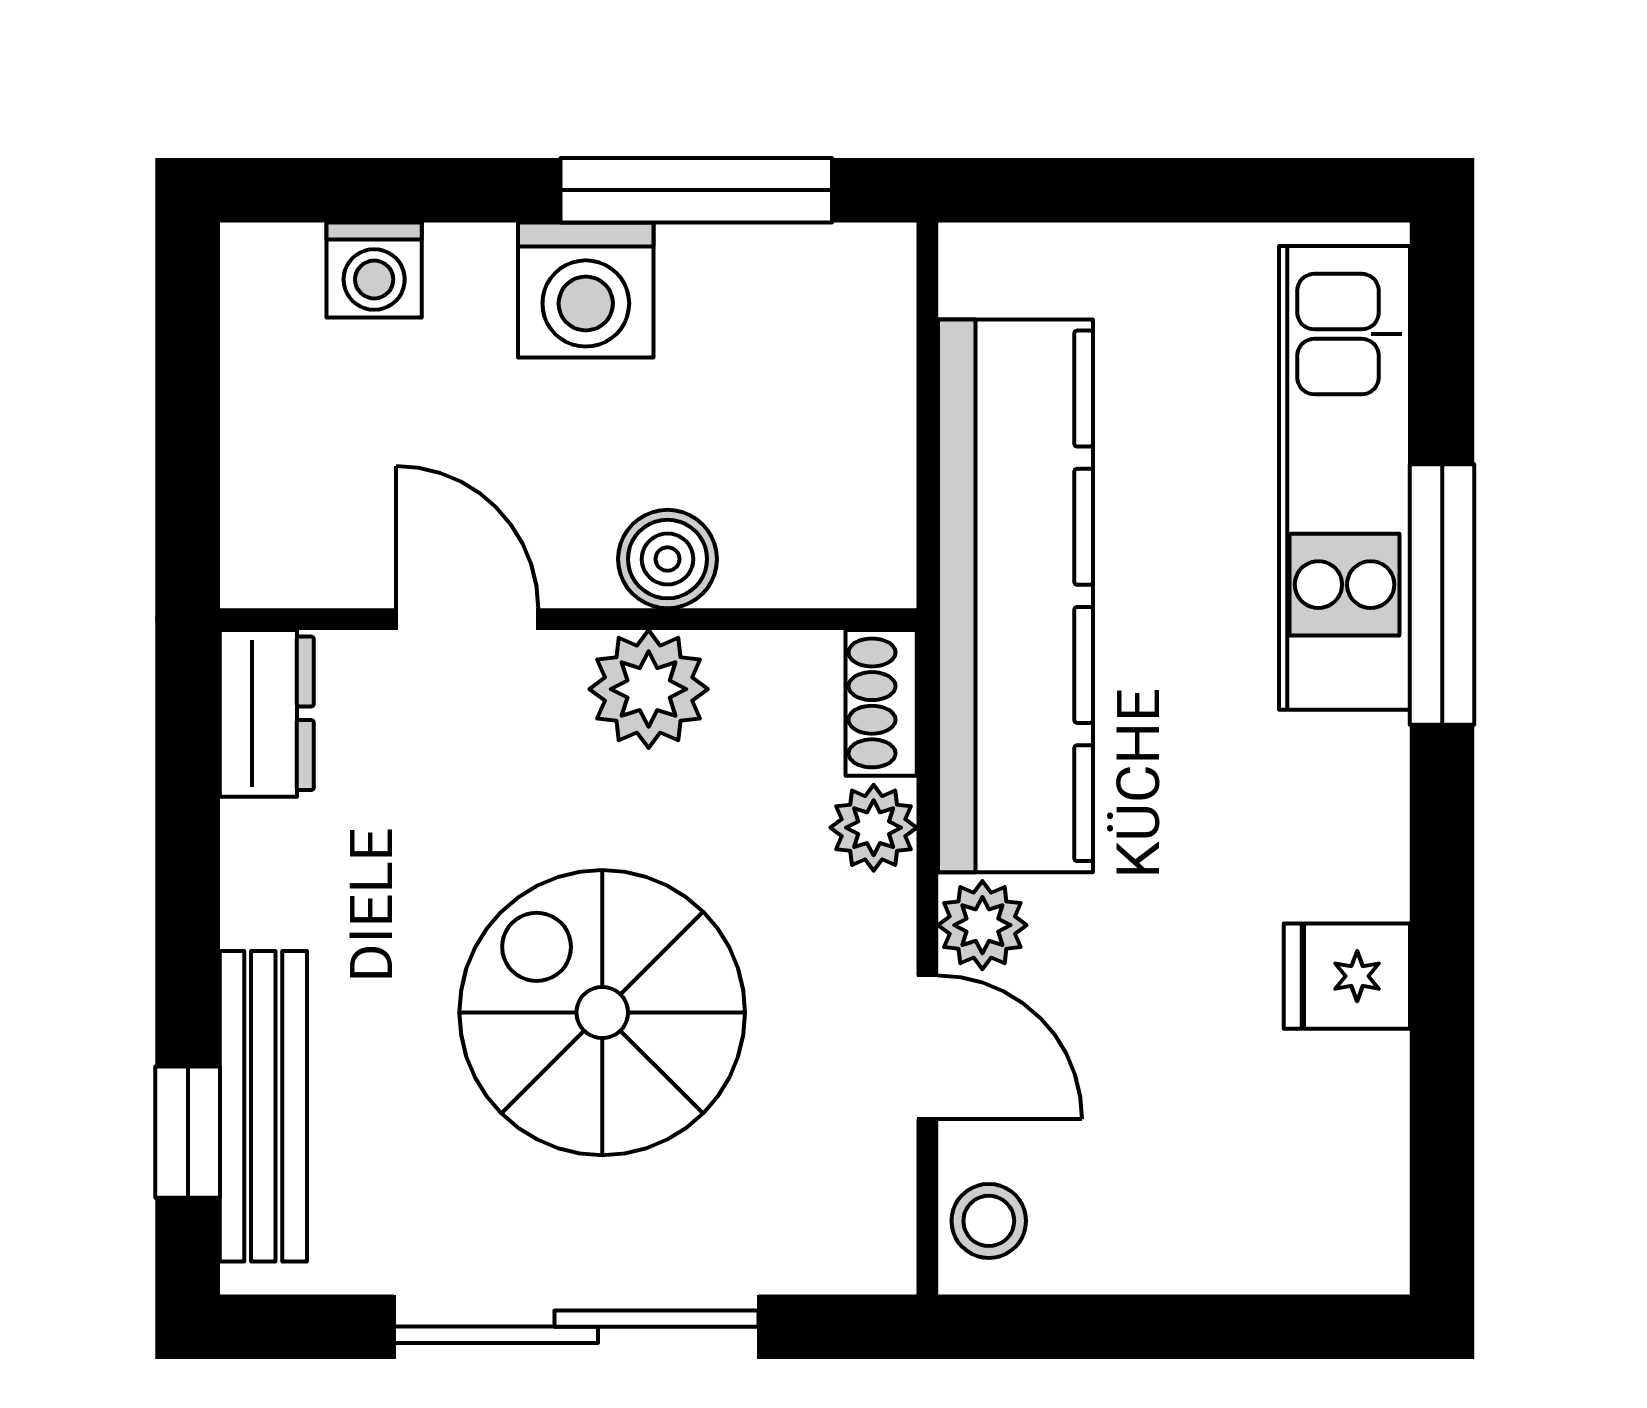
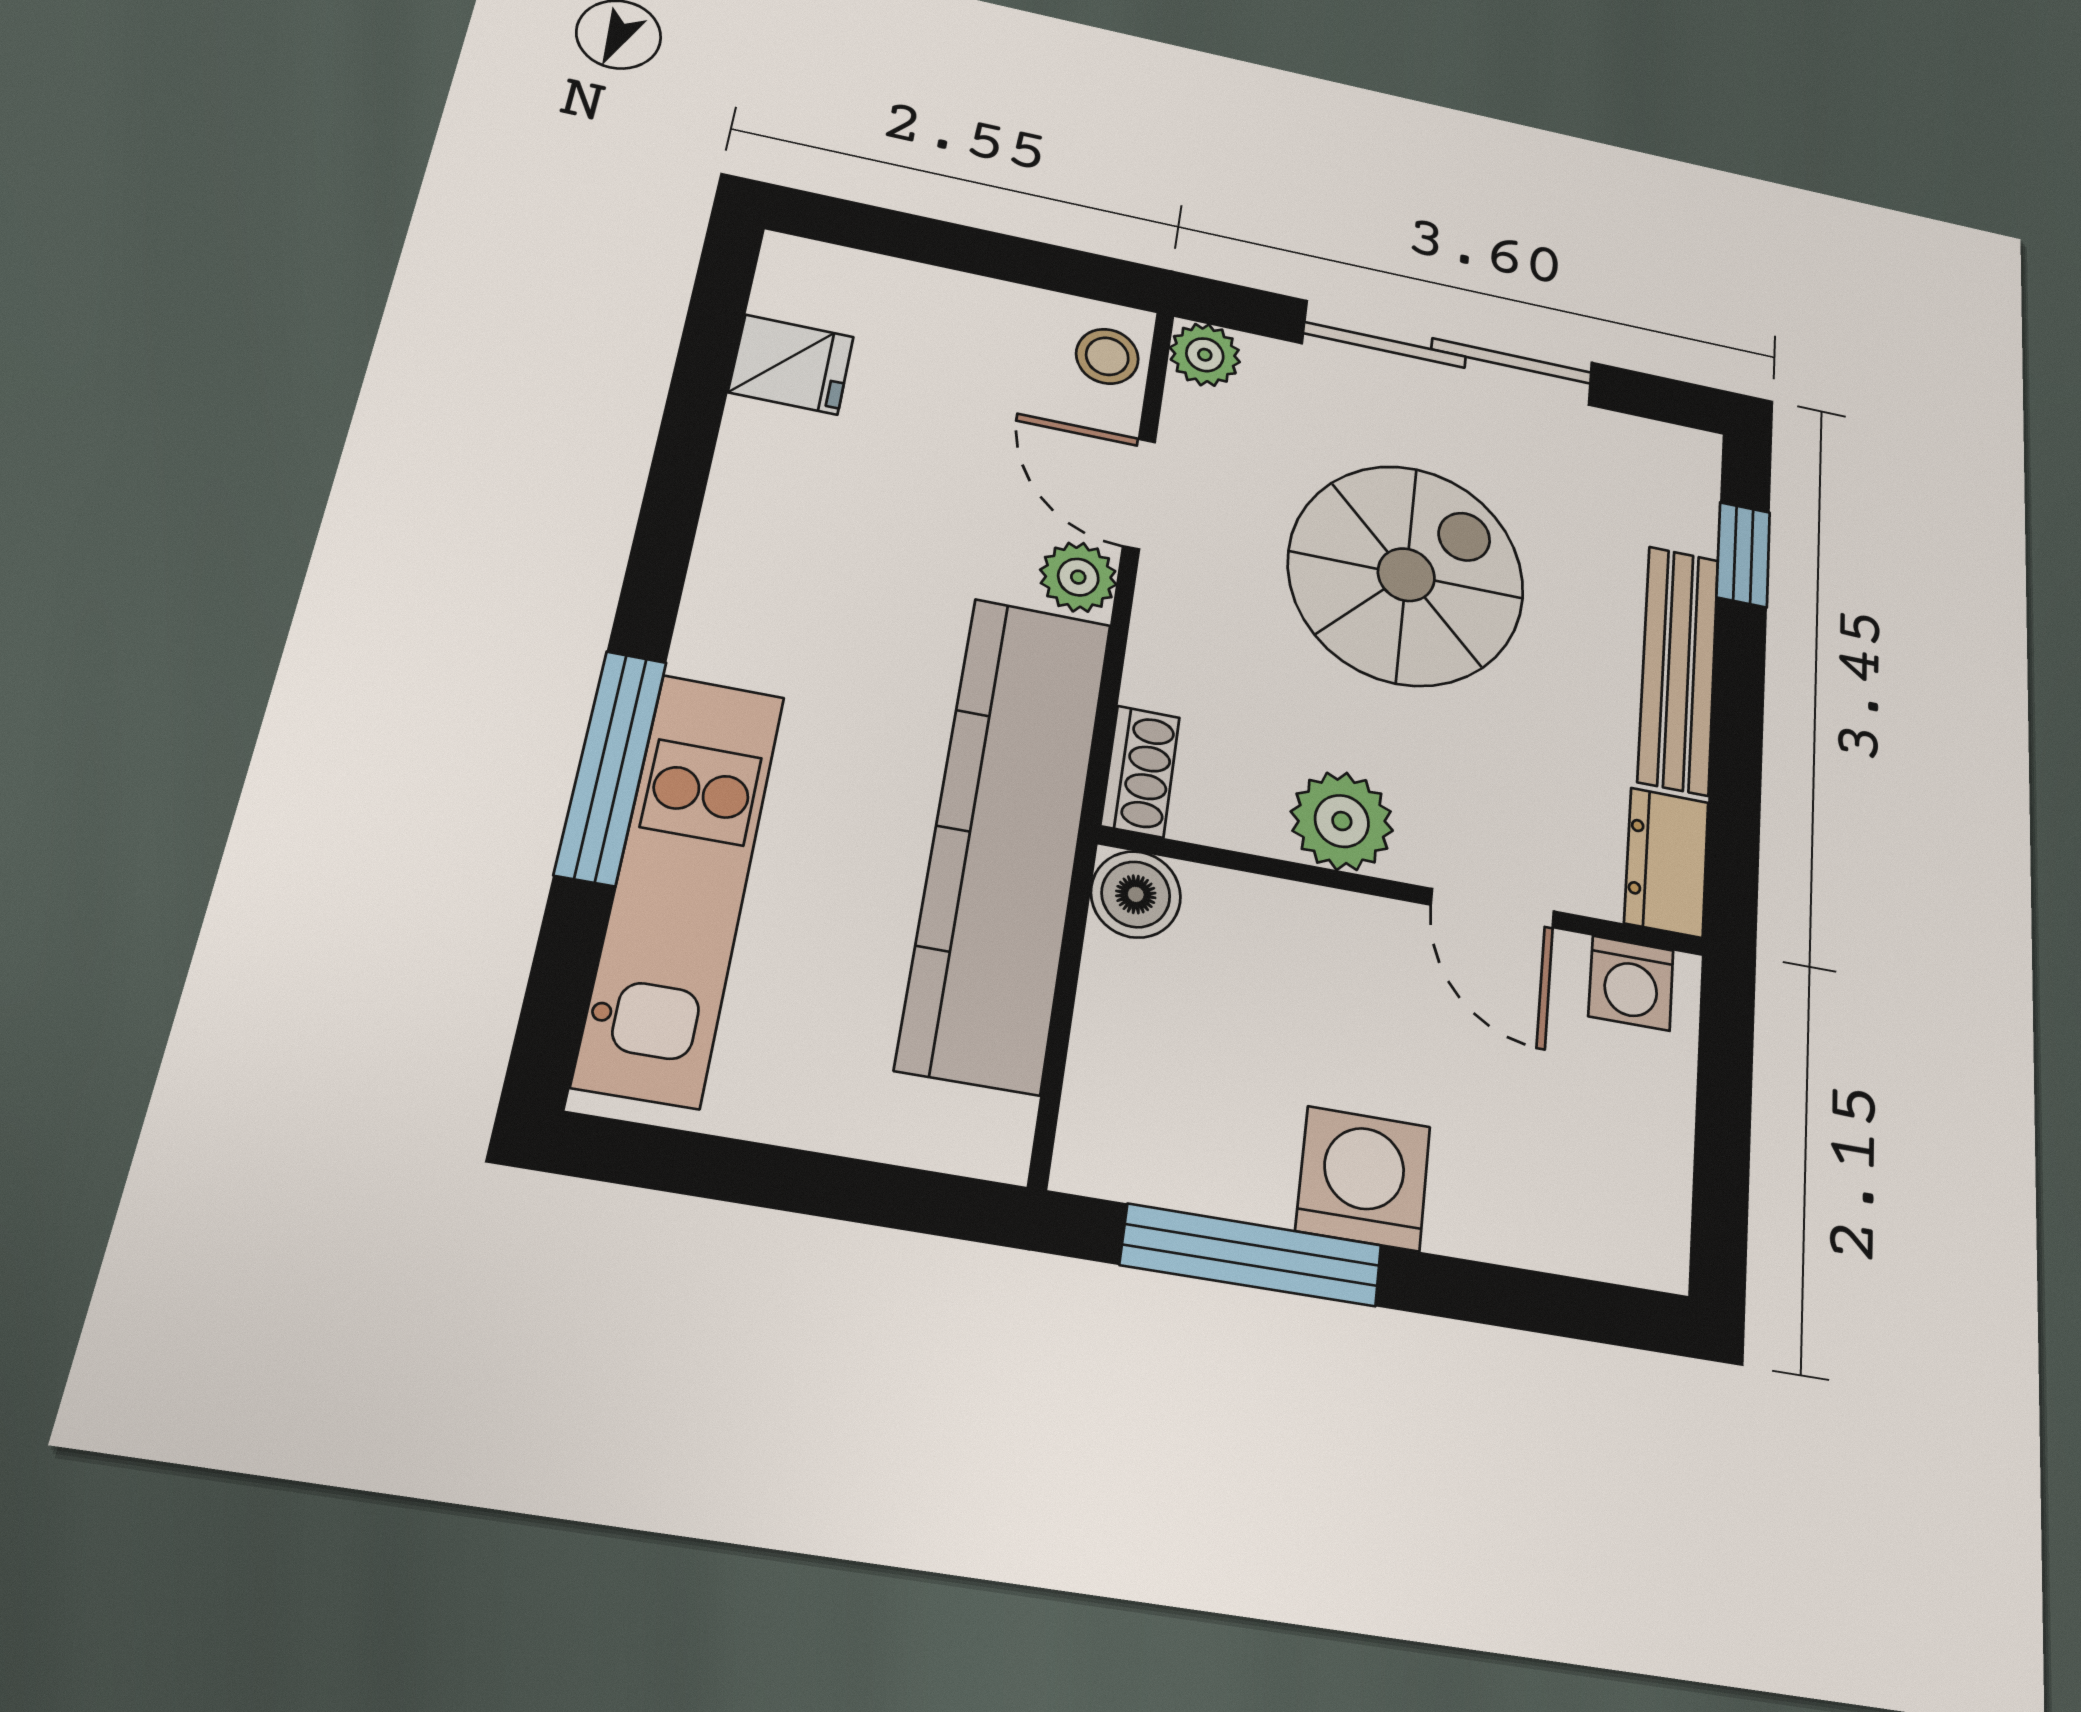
washing machine: (374, 270) -> (1631, 983), moved, turned 180
boiler: (668, 559) -> (1136, 894), moved
plant: (874, 828) -> (1205, 355), moved
fridge: (1347, 976) -> (791, 364), moved
spiral stairs: (602, 1013) -> (1406, 575), turned -90
bench: (263, 1106) -> (1678, 669), moved

